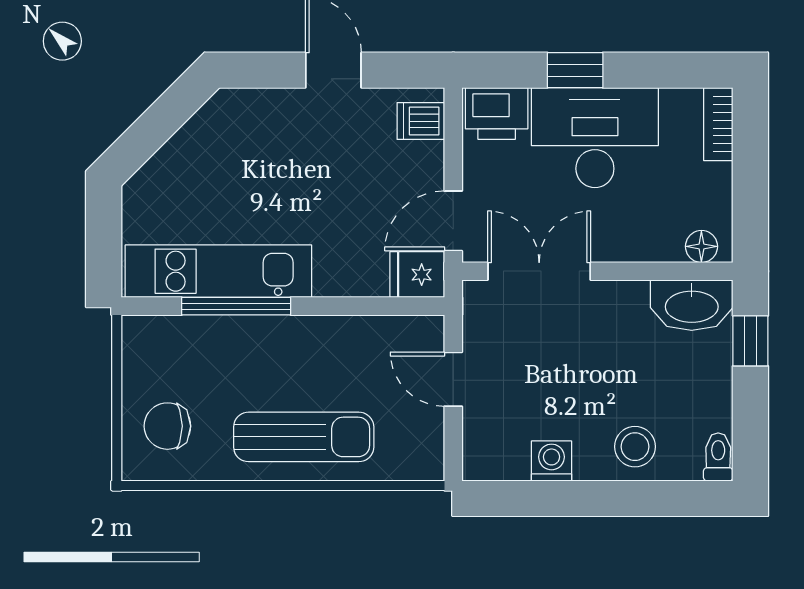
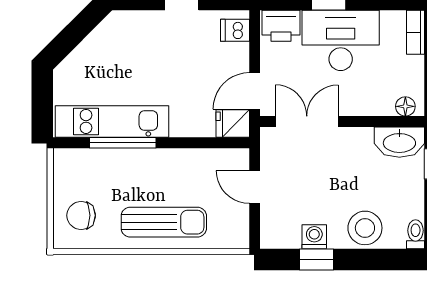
stool: (635, 447) -> (365, 228), width x1.38, depth x1.38
window: (555, 498) -> (316, 259), added

